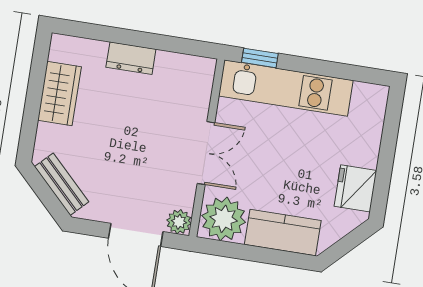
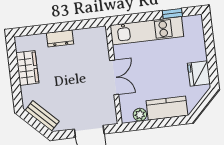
window: (260, 58) -> (172, 13), moved
plant: (224, 219) -> (140, 115), width x0.53, depth x0.53
plant: (179, 222) -> (110, 118), removed

